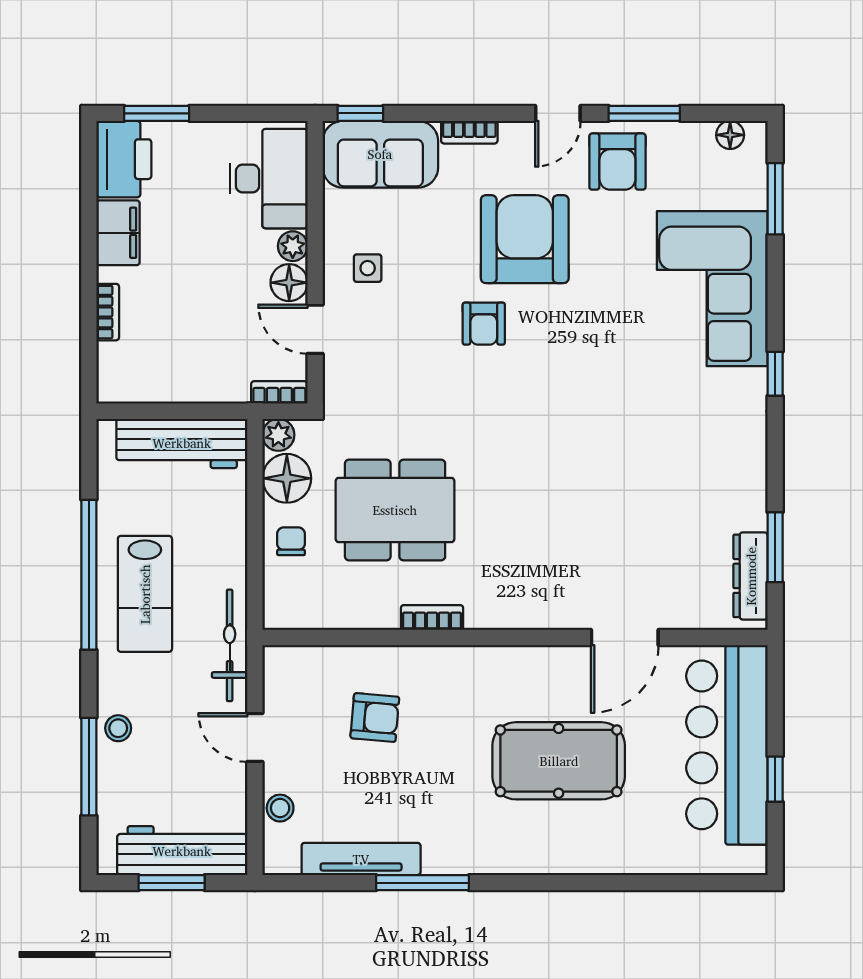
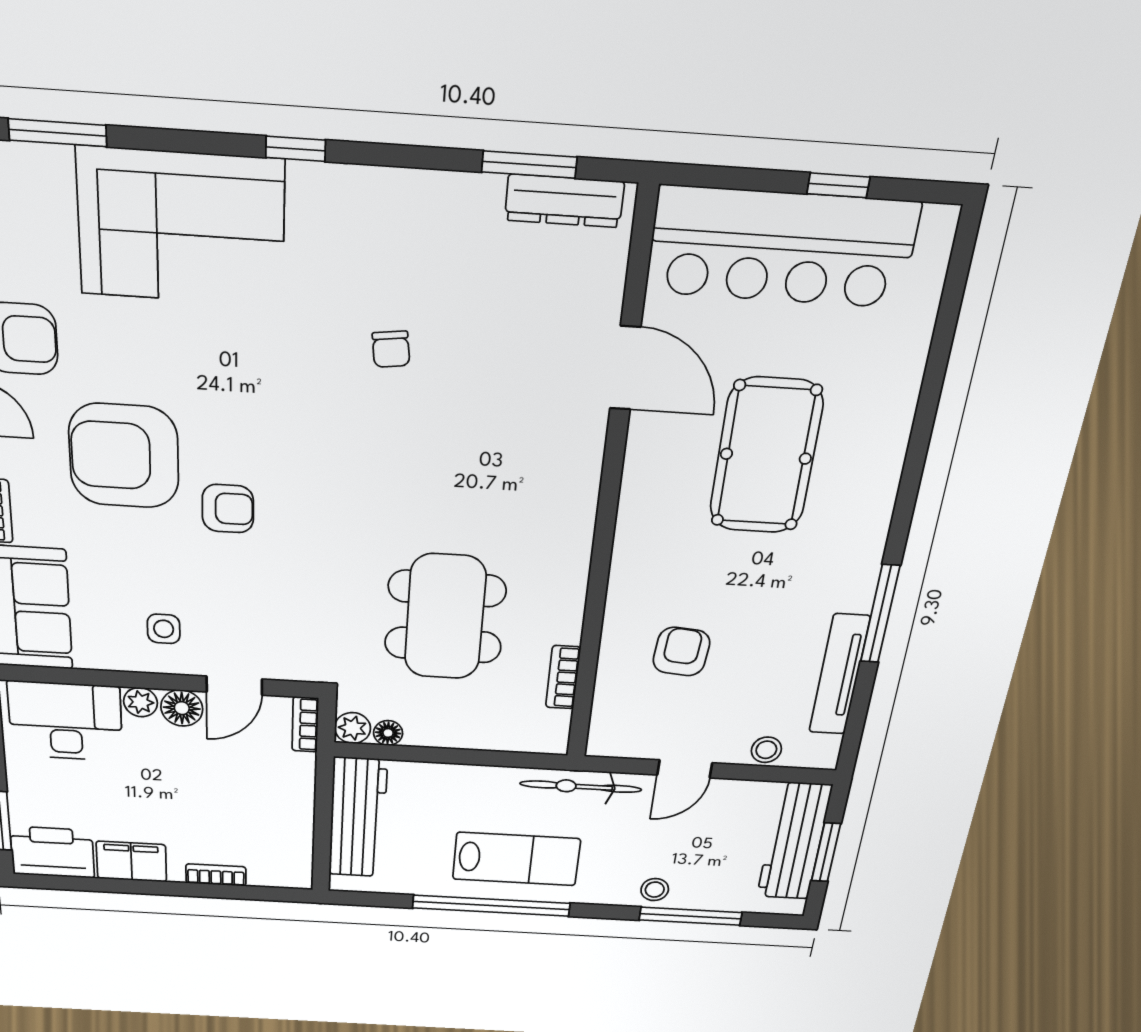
floor lamp: (287, 478) -> (388, 733), width x0.53, depth x0.53
chair: (291, 541) -> (391, 349), moved, turned -97
bookcase: (432, 617) -> (563, 677), moved

